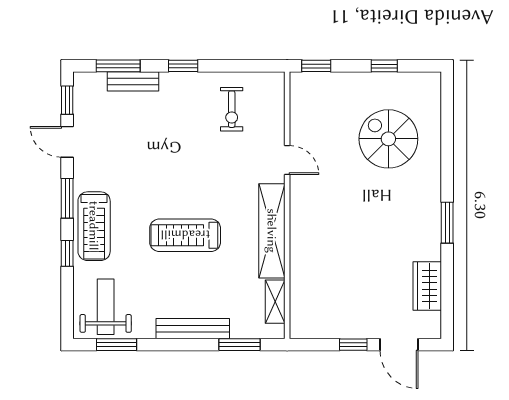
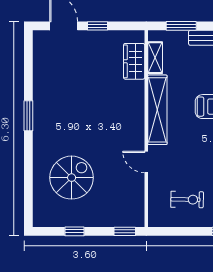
exercise bike: (232, 109) -> (187, 200), turned 91
spiral stairs: (388, 139) -> (72, 178), turned -90
wardrobe: (427, 286) -> (134, 61), moved, turned 180

